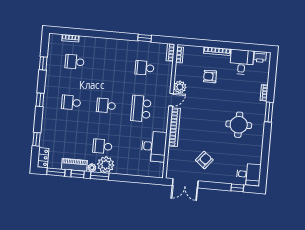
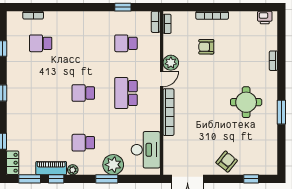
desk: (242, 62) -> (243, 26), removed
school desk: (71, 102) -> (41, 93), removed
window: (269, 112) -> (281, 112), moved
desk: (154, 146) -> (146, 150), moved
armchair: (204, 160) -> (227, 162), moved
plant: (106, 165) -> (113, 165), moved
desk: (249, 174) -> (263, 161), removed
window: (100, 176) -> (107, 179), moved

